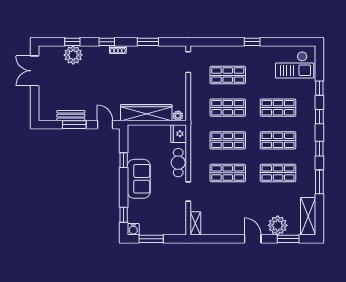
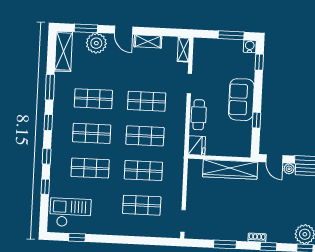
window: (252, 42) -> (77, 237), moved
plant: (178, 116) -> (289, 169), moved
shelving: (229, 229) -> (148, 41), added

